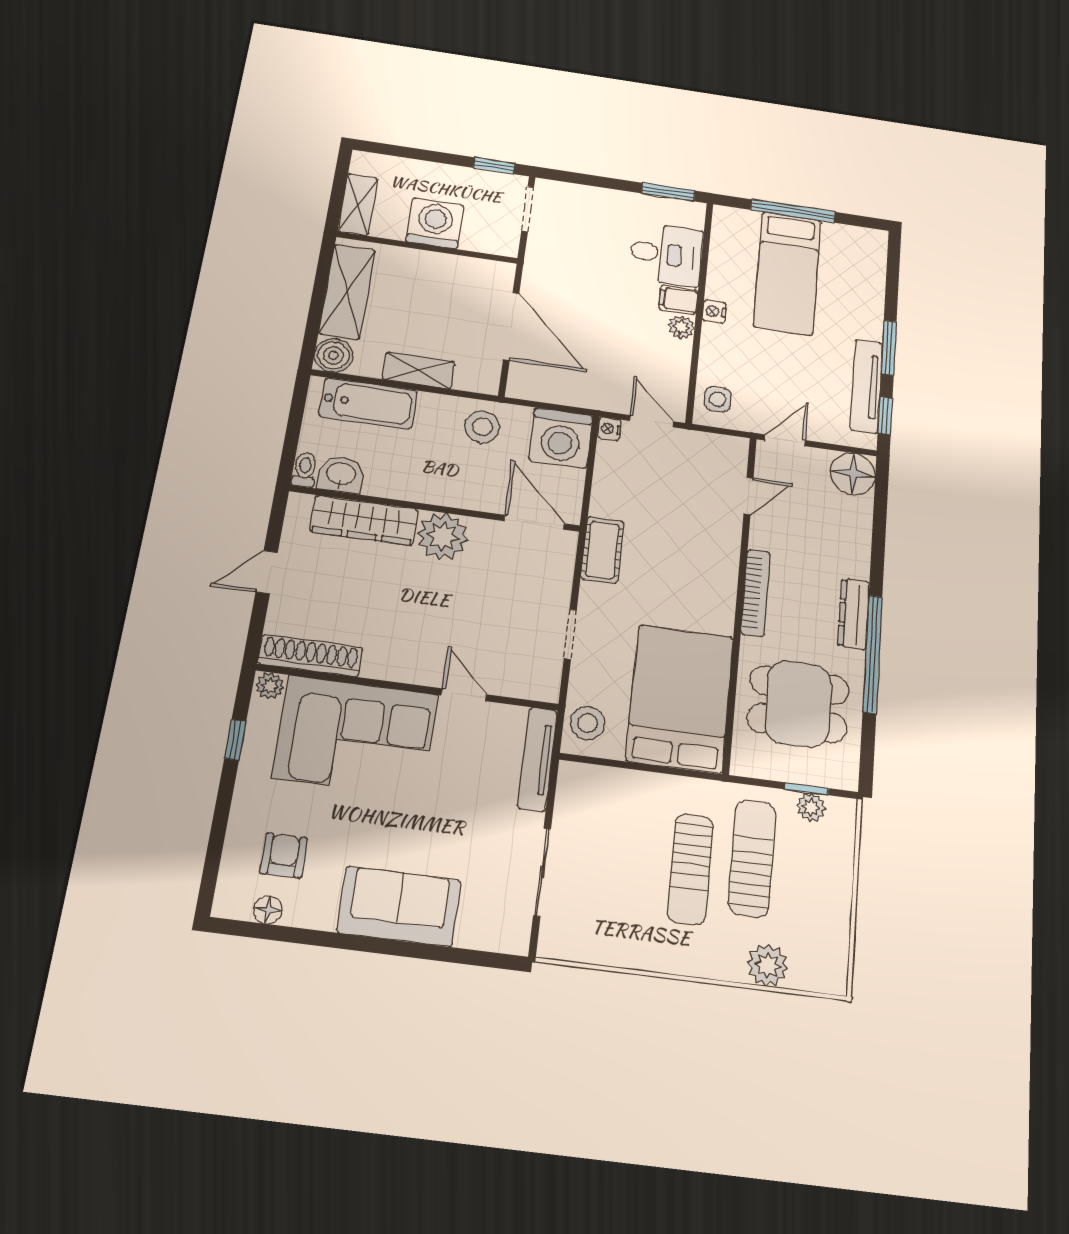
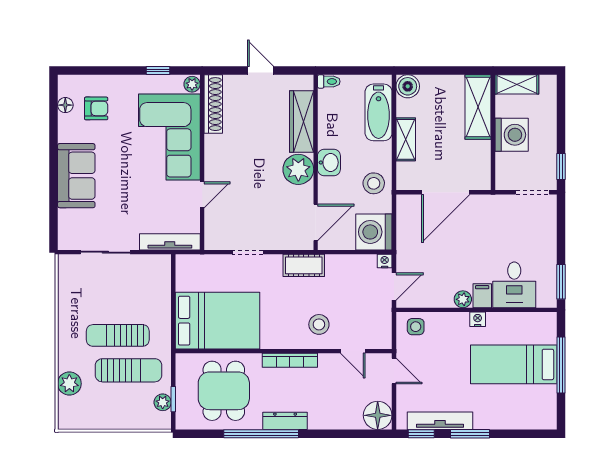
shelving: (347, 291) -> (478, 107), moved, turned 90
washbasin: (341, 474) -> (329, 162), moved
stool: (588, 723) -> (319, 324), moved

